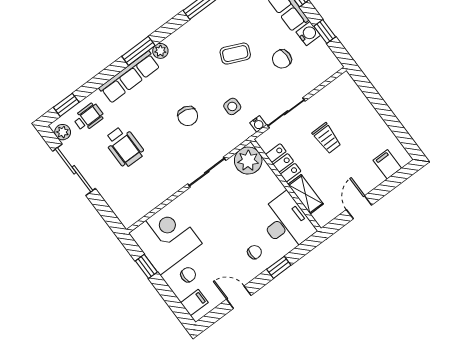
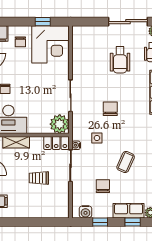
water cooler: (308, 34) -> (85, 212), moved
chair: (188, 116) -> (110, 109), turned 75
wheelchair: (124, 146) -> (120, 60), turned -90
locker: (283, 163) -> (56, 143), moved

